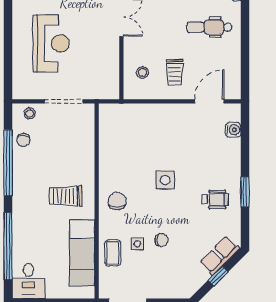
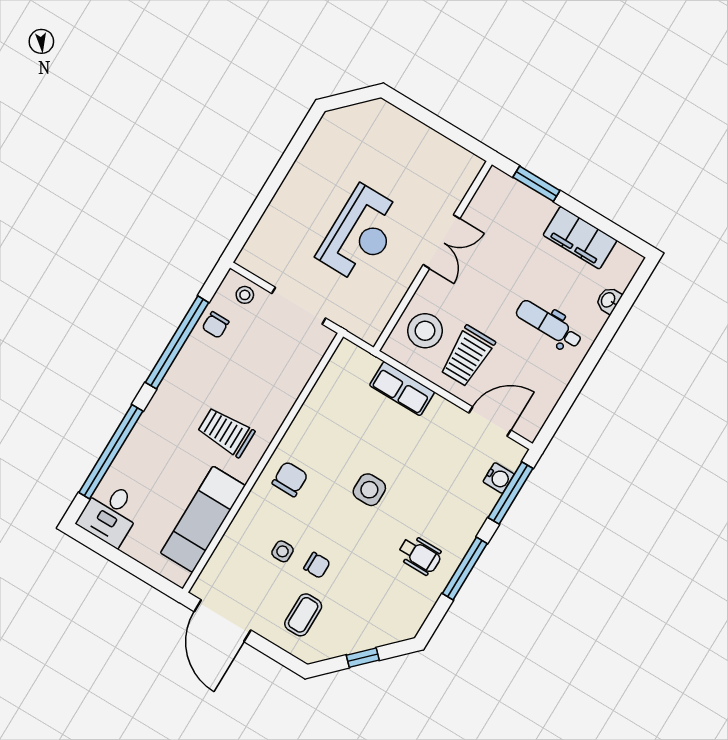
reception desk: (51, 43) -> (361, 234), moved
trolley: (175, 72) -> (467, 356), width x1.36, depth x1.39
stool: (142, 73) -> (425, 331), width x1.89, depth x1.89
window: (245, 134) -> (510, 493), added
window: (245, 192) -> (465, 569), width x1.44
coffee table: (113, 253) -> (303, 615), moved
row of seats: (220, 255) -> (402, 389), moved, turned -135

